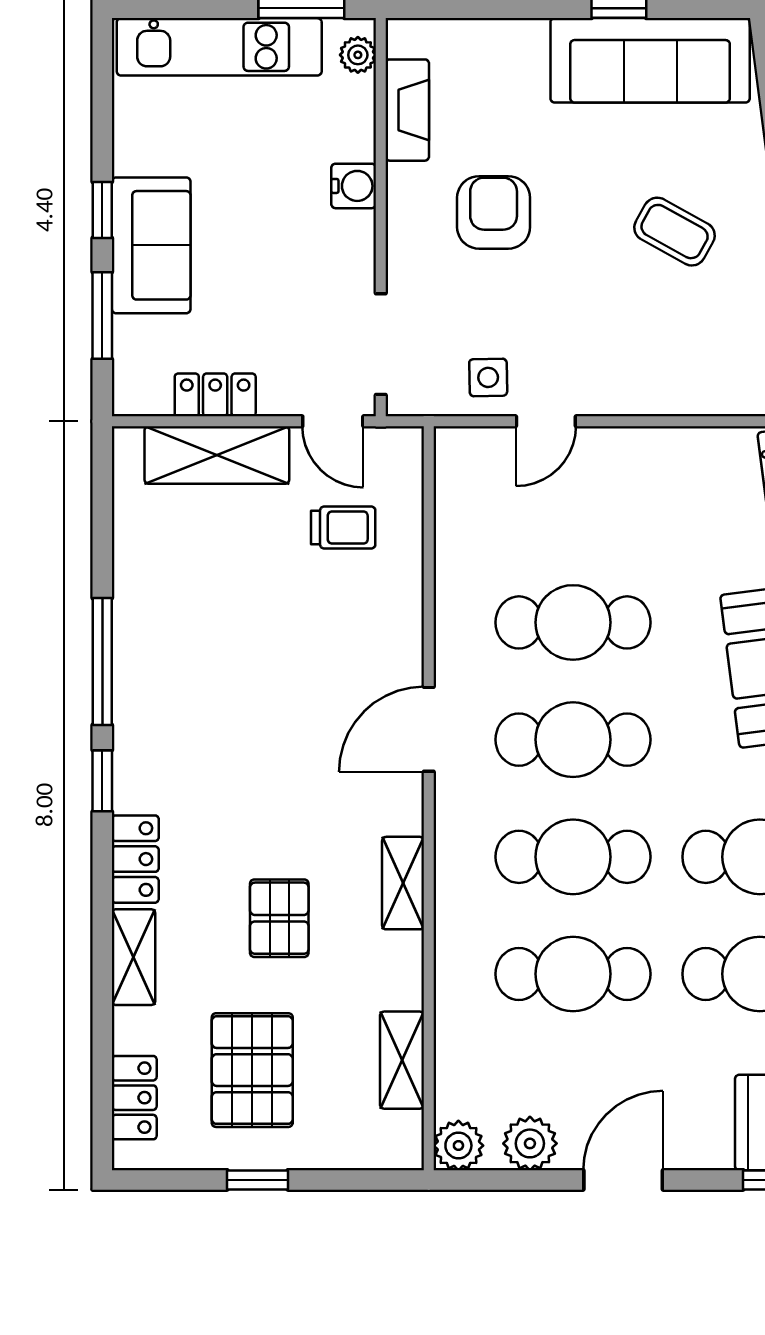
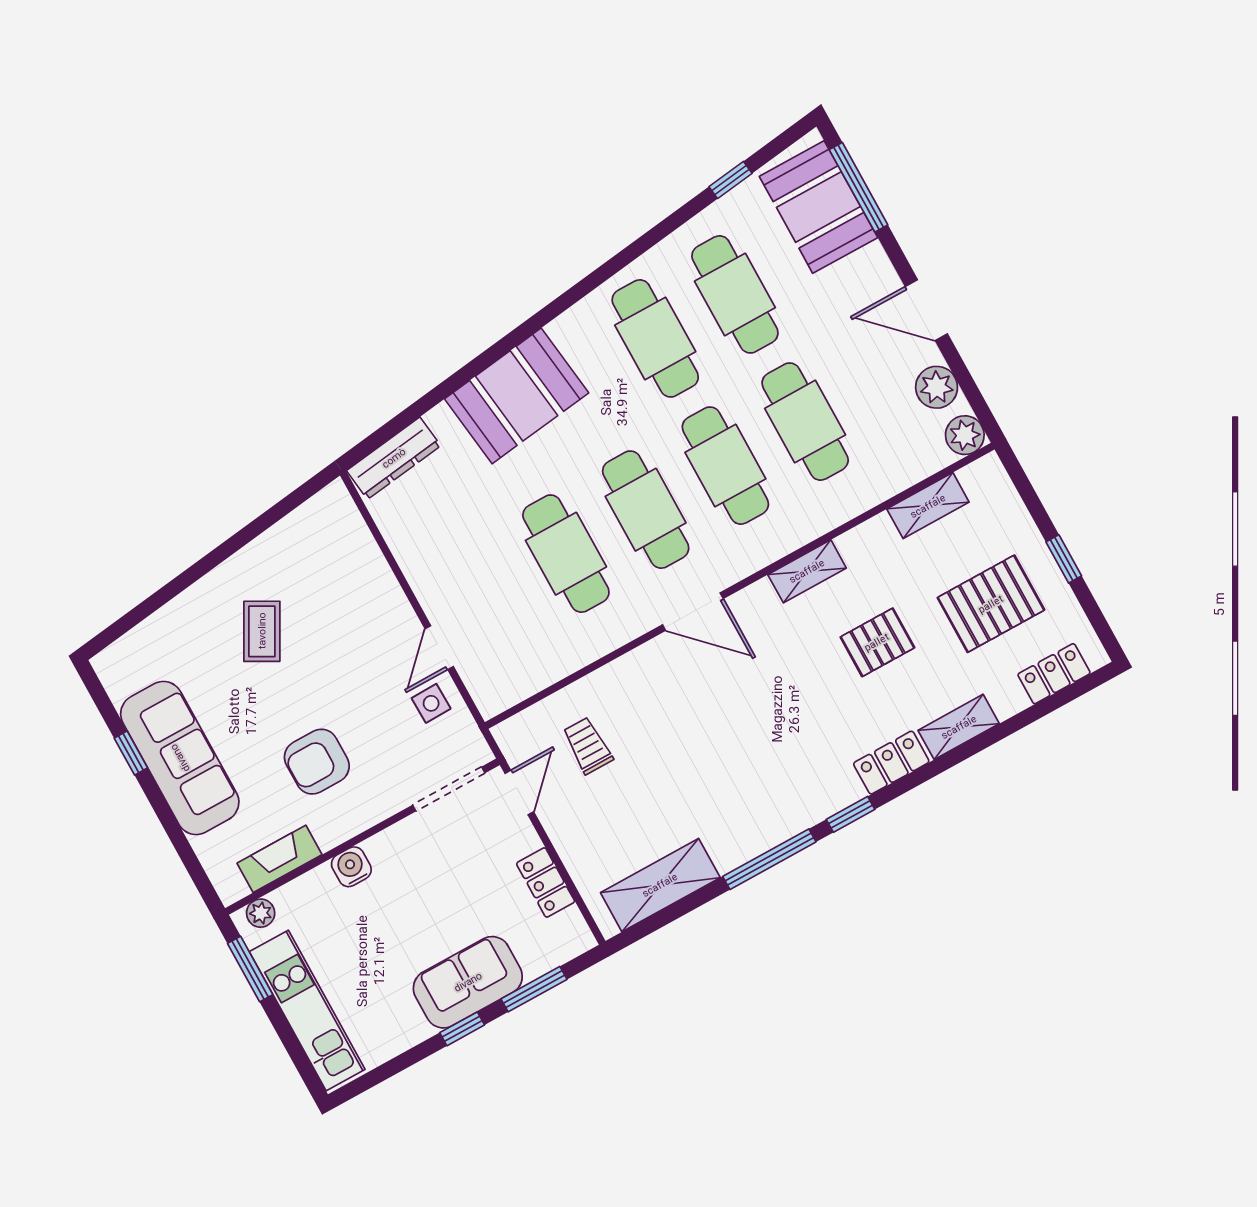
sofa: (650, 60) -> (180, 758), moved
door: (546, 421) -> (439, 648), swing flipped
shelving: (217, 455) -> (660, 885), moved, turned 90

